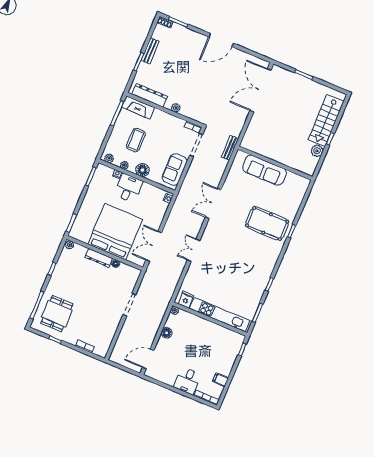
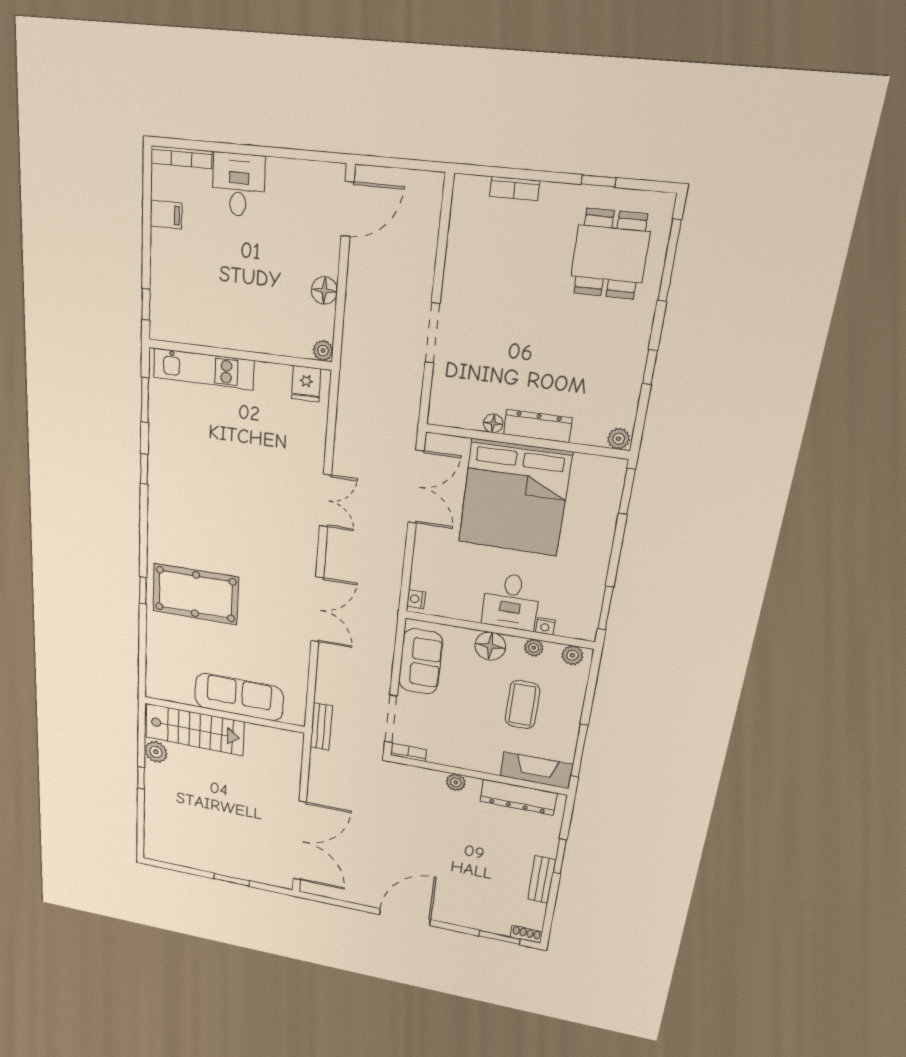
stairs: (326, 120) -> (195, 730), moved, turned 90
kitchen unit: (220, 315) -> (203, 369), width x0.73

